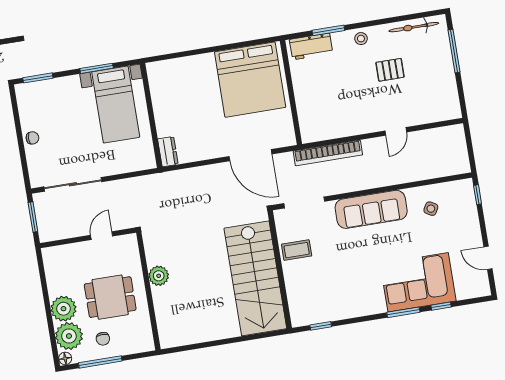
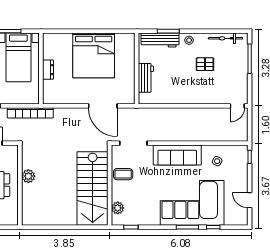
workbench: (311, 46) -> (160, 40), width x1.38
bed: (250, 80) -> (94, 55), moved
workbench: (307, 104) -> (146, 78), added
door: (396, 131) -> (237, 106), moved
dresser: (168, 152) -> (48, 70), moved
bookcase: (328, 153) -> (30, 113), moved
corner sofa: (418, 282) -> (192, 203), width x1.36, depth x1.36
plant: (297, 301) -> (118, 208), added

